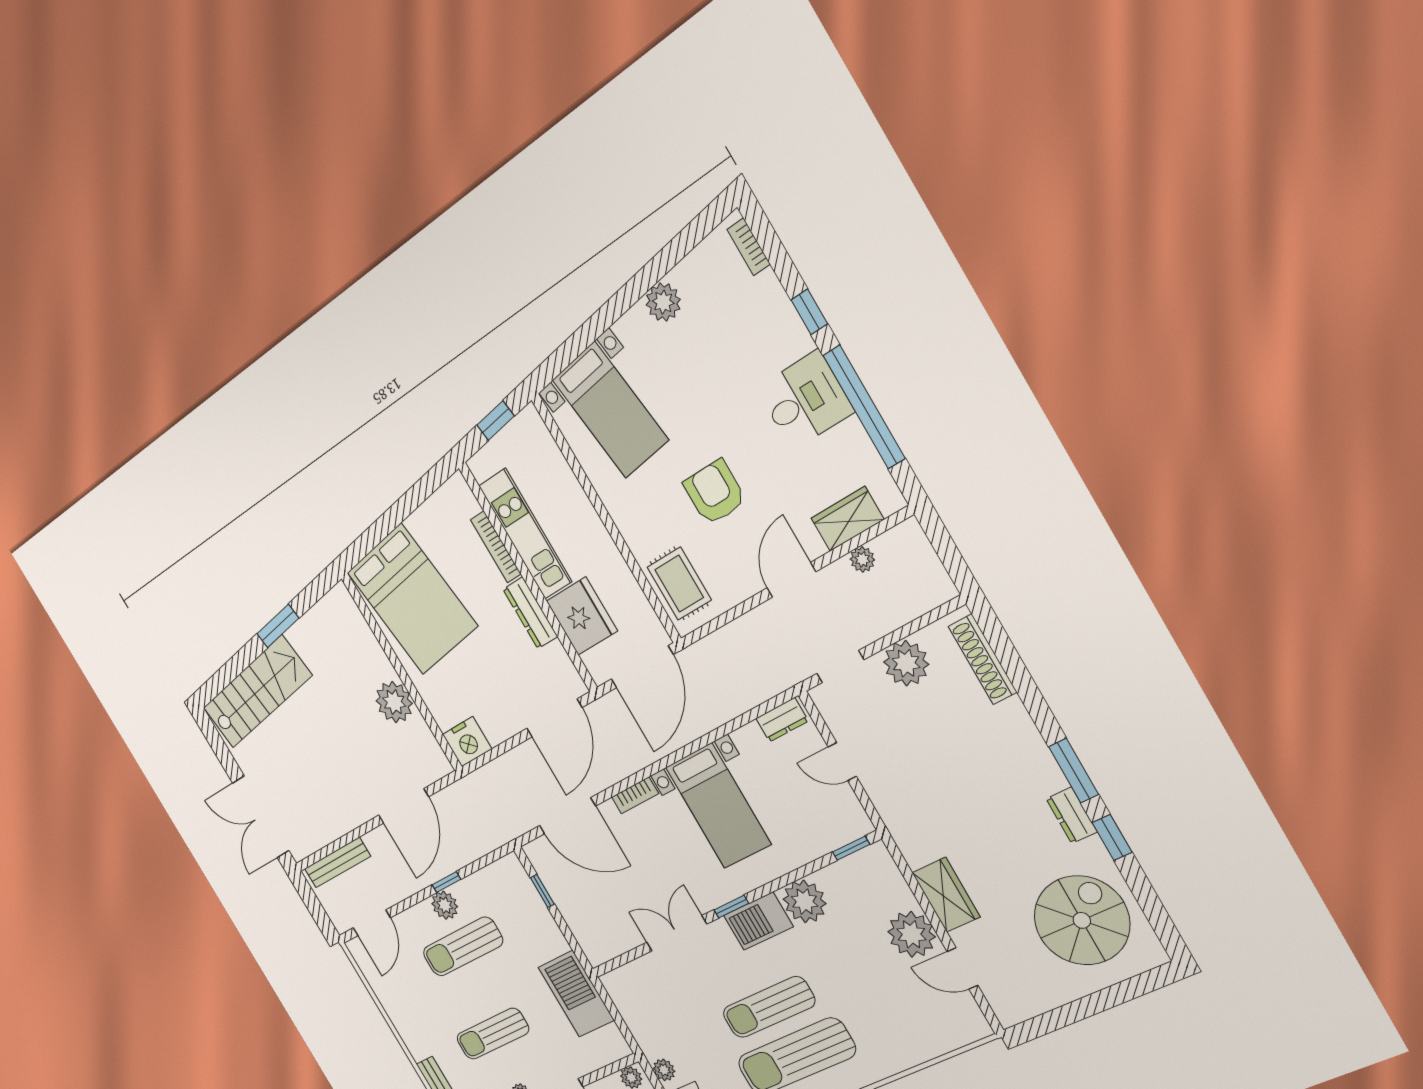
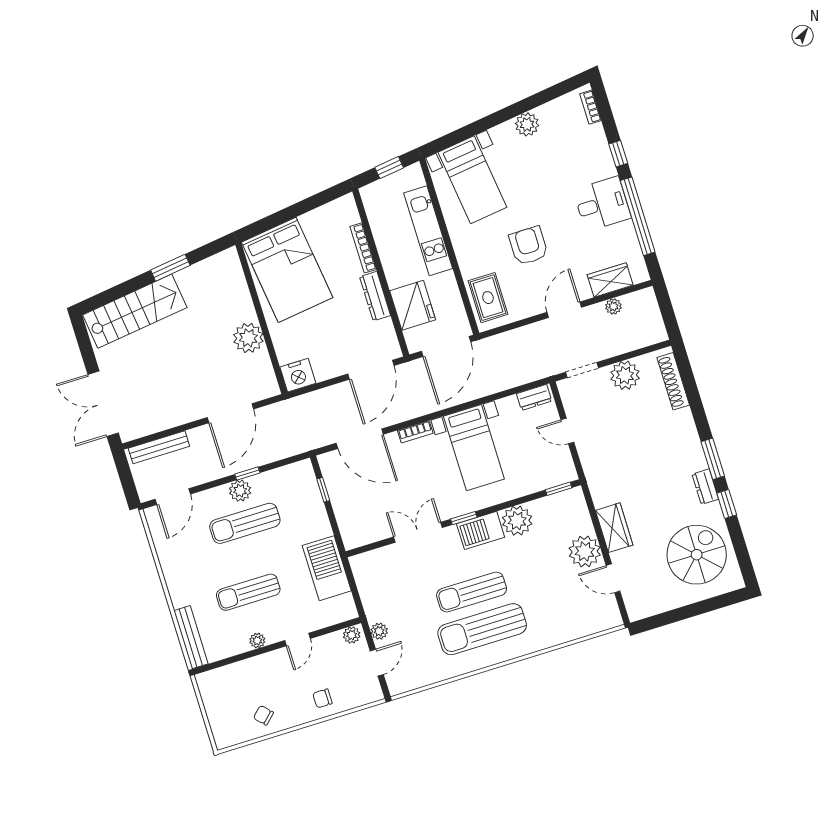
kitchen unit: (525, 534) -> (428, 231), moved, turned 180

